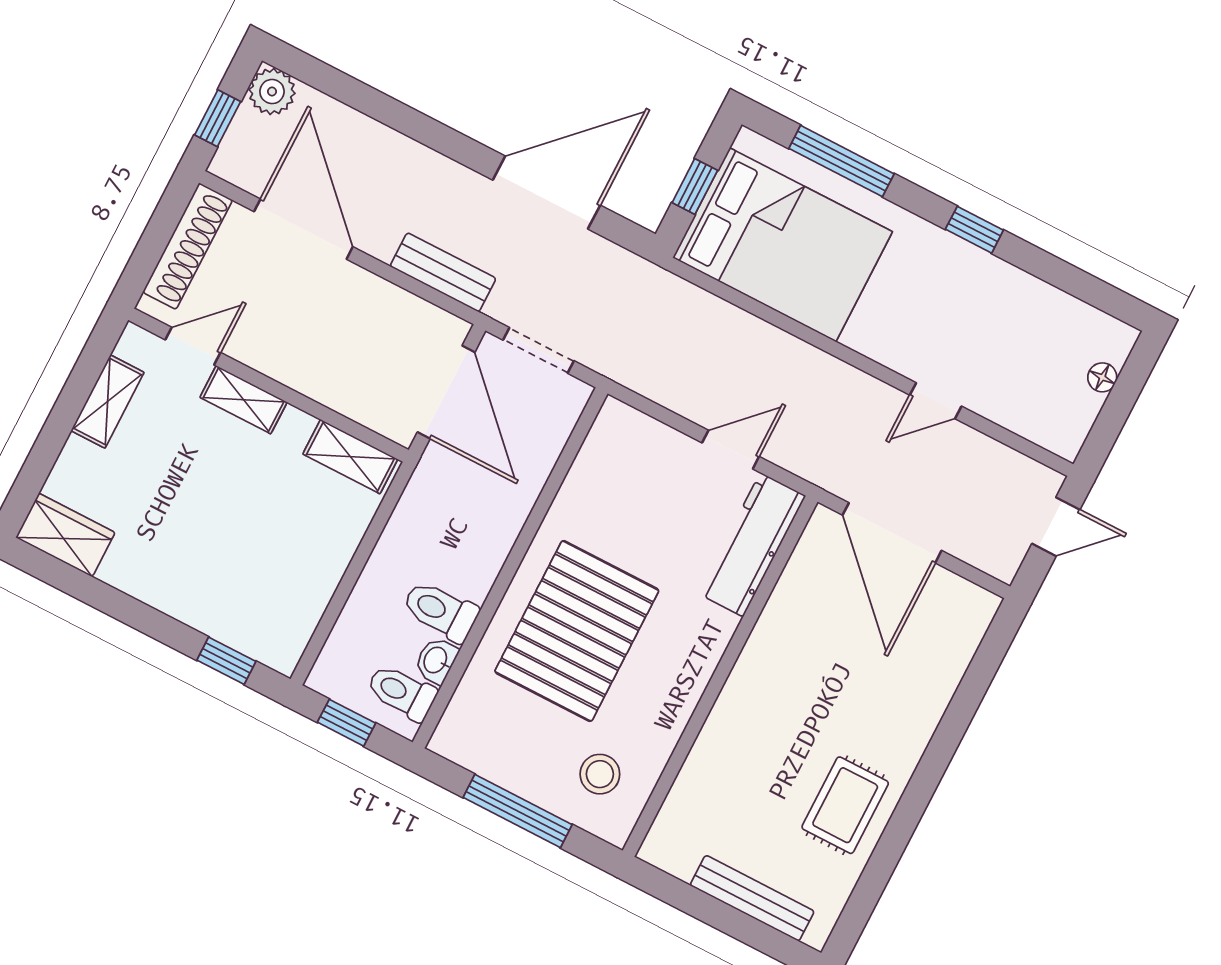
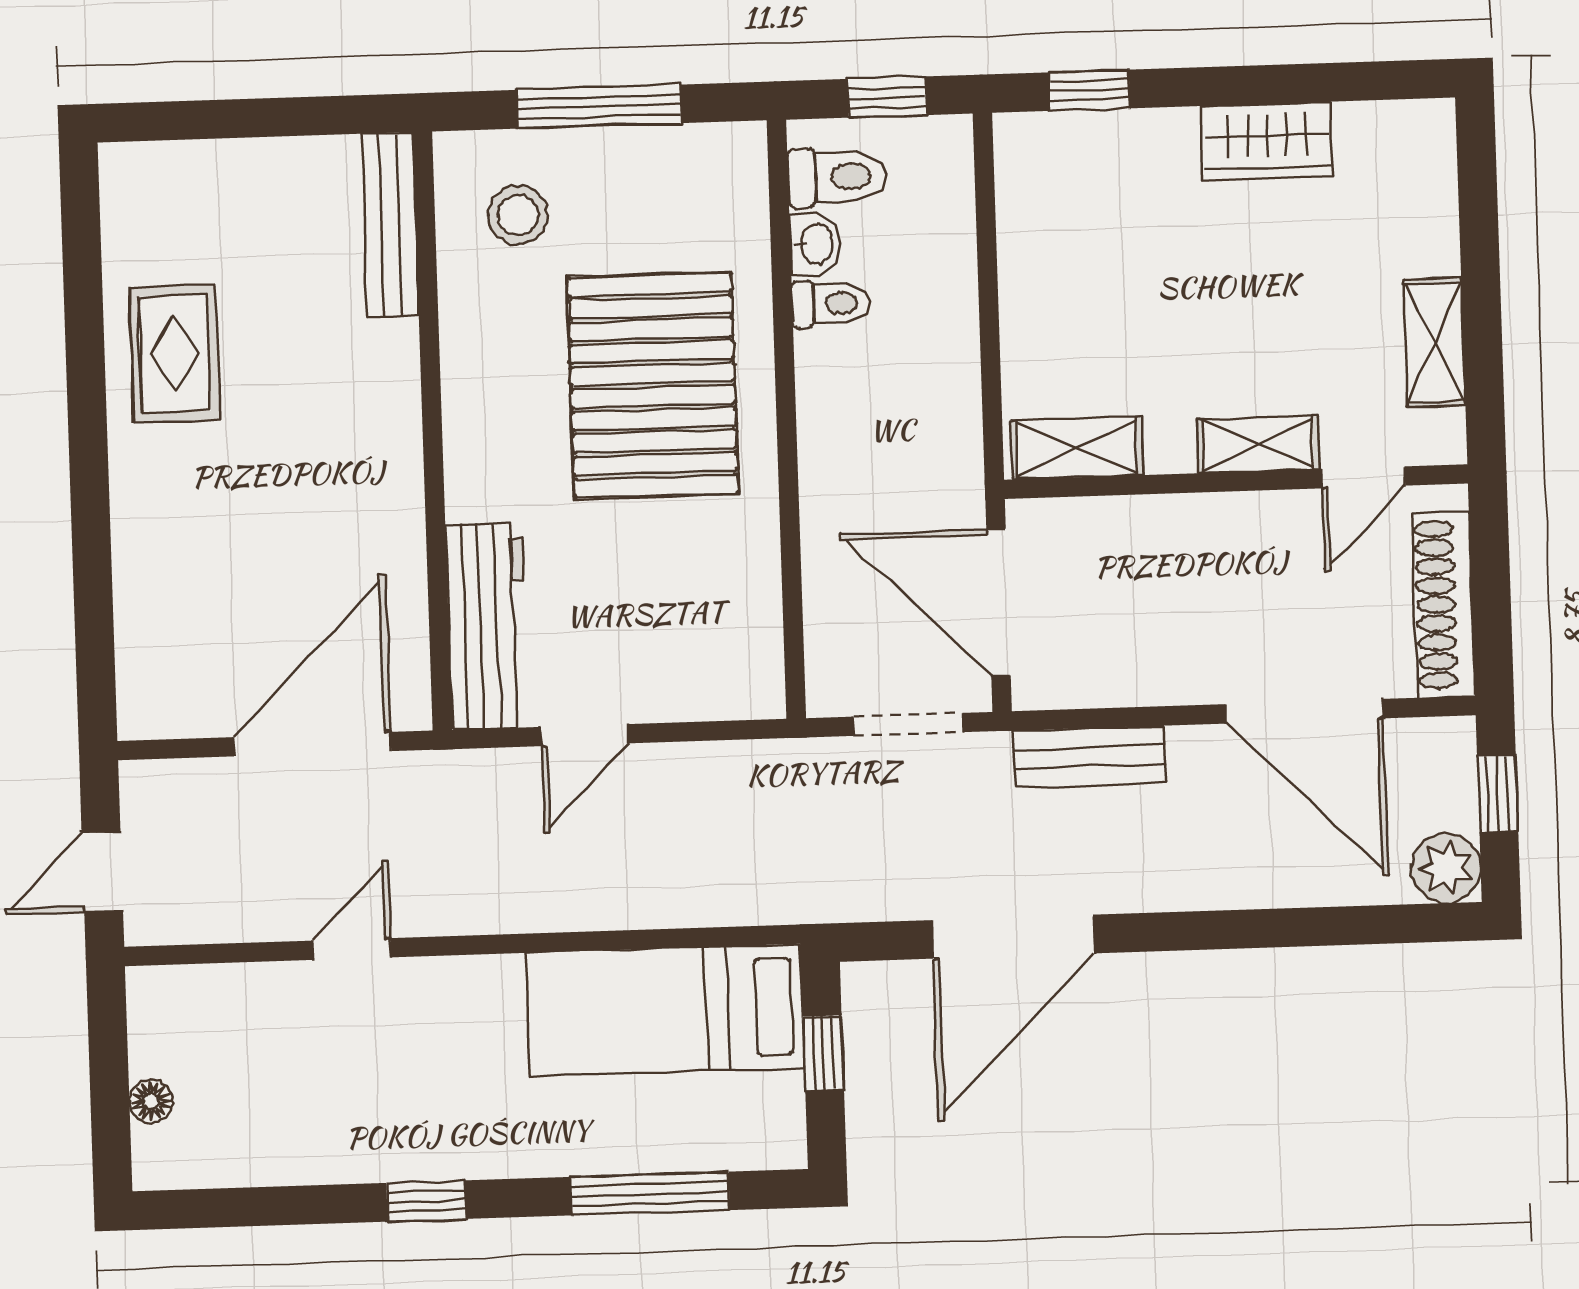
bed: (783, 245) -> (665, 1010), width x0.67
door: (892, 533) -> (312, 744), hinge flipped
wardrobe: (65, 535) -> (1267, 141), moved
toilet: (440, 611) -> (831, 304), width x0.73, depth x0.72
bench: (752, 898) -> (390, 225), moved, turned 90

